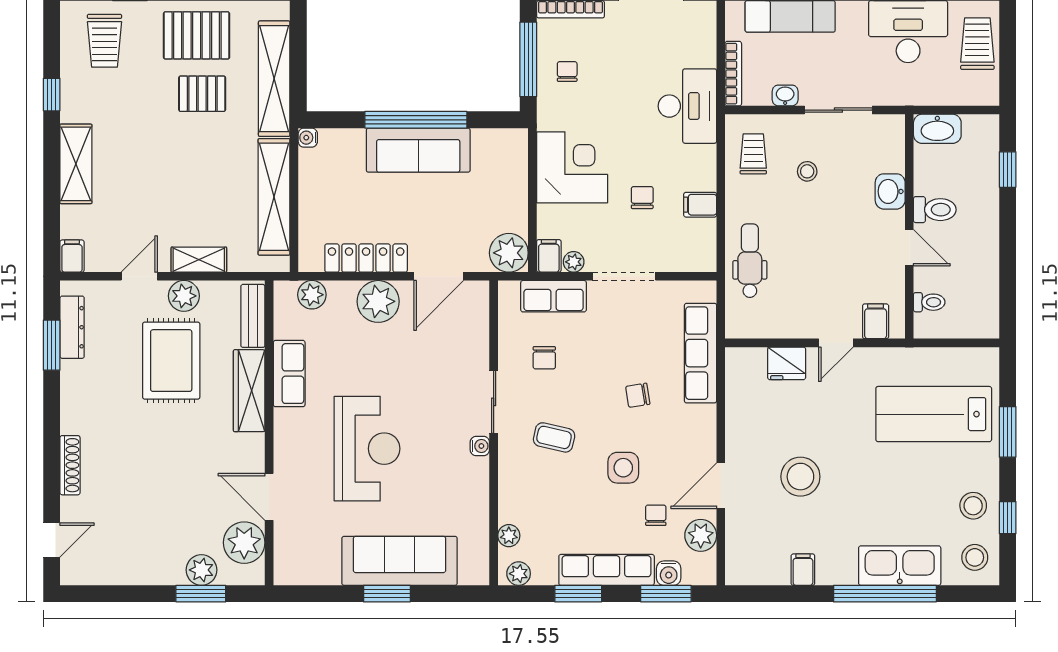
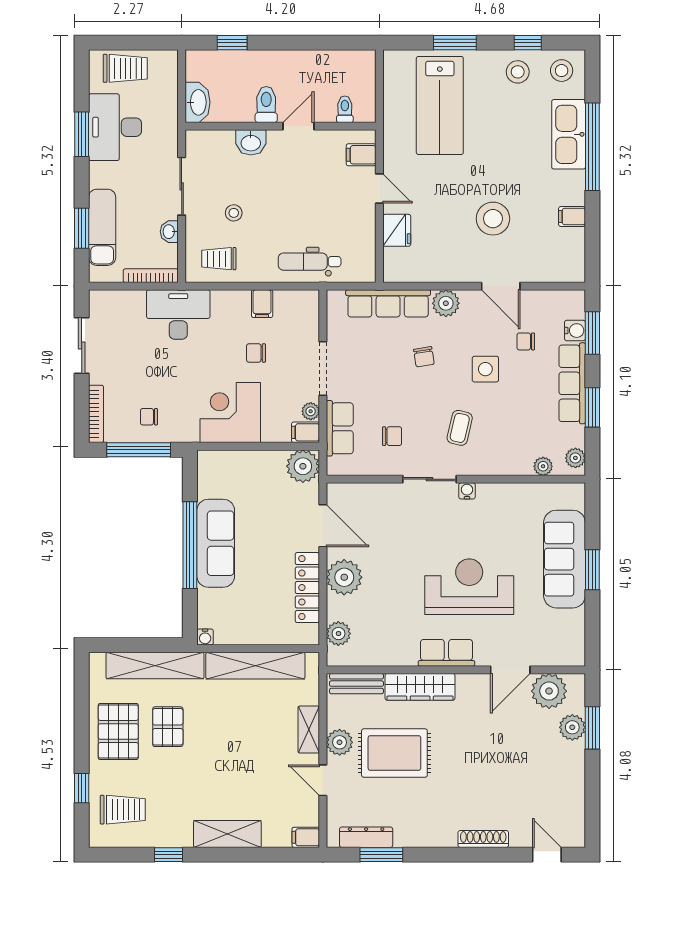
trolley: (977, 44) -> (125, 68), turned 180
row of seats: (289, 374) -> (446, 653), moved
plant: (701, 535) -> (446, 303), moved

